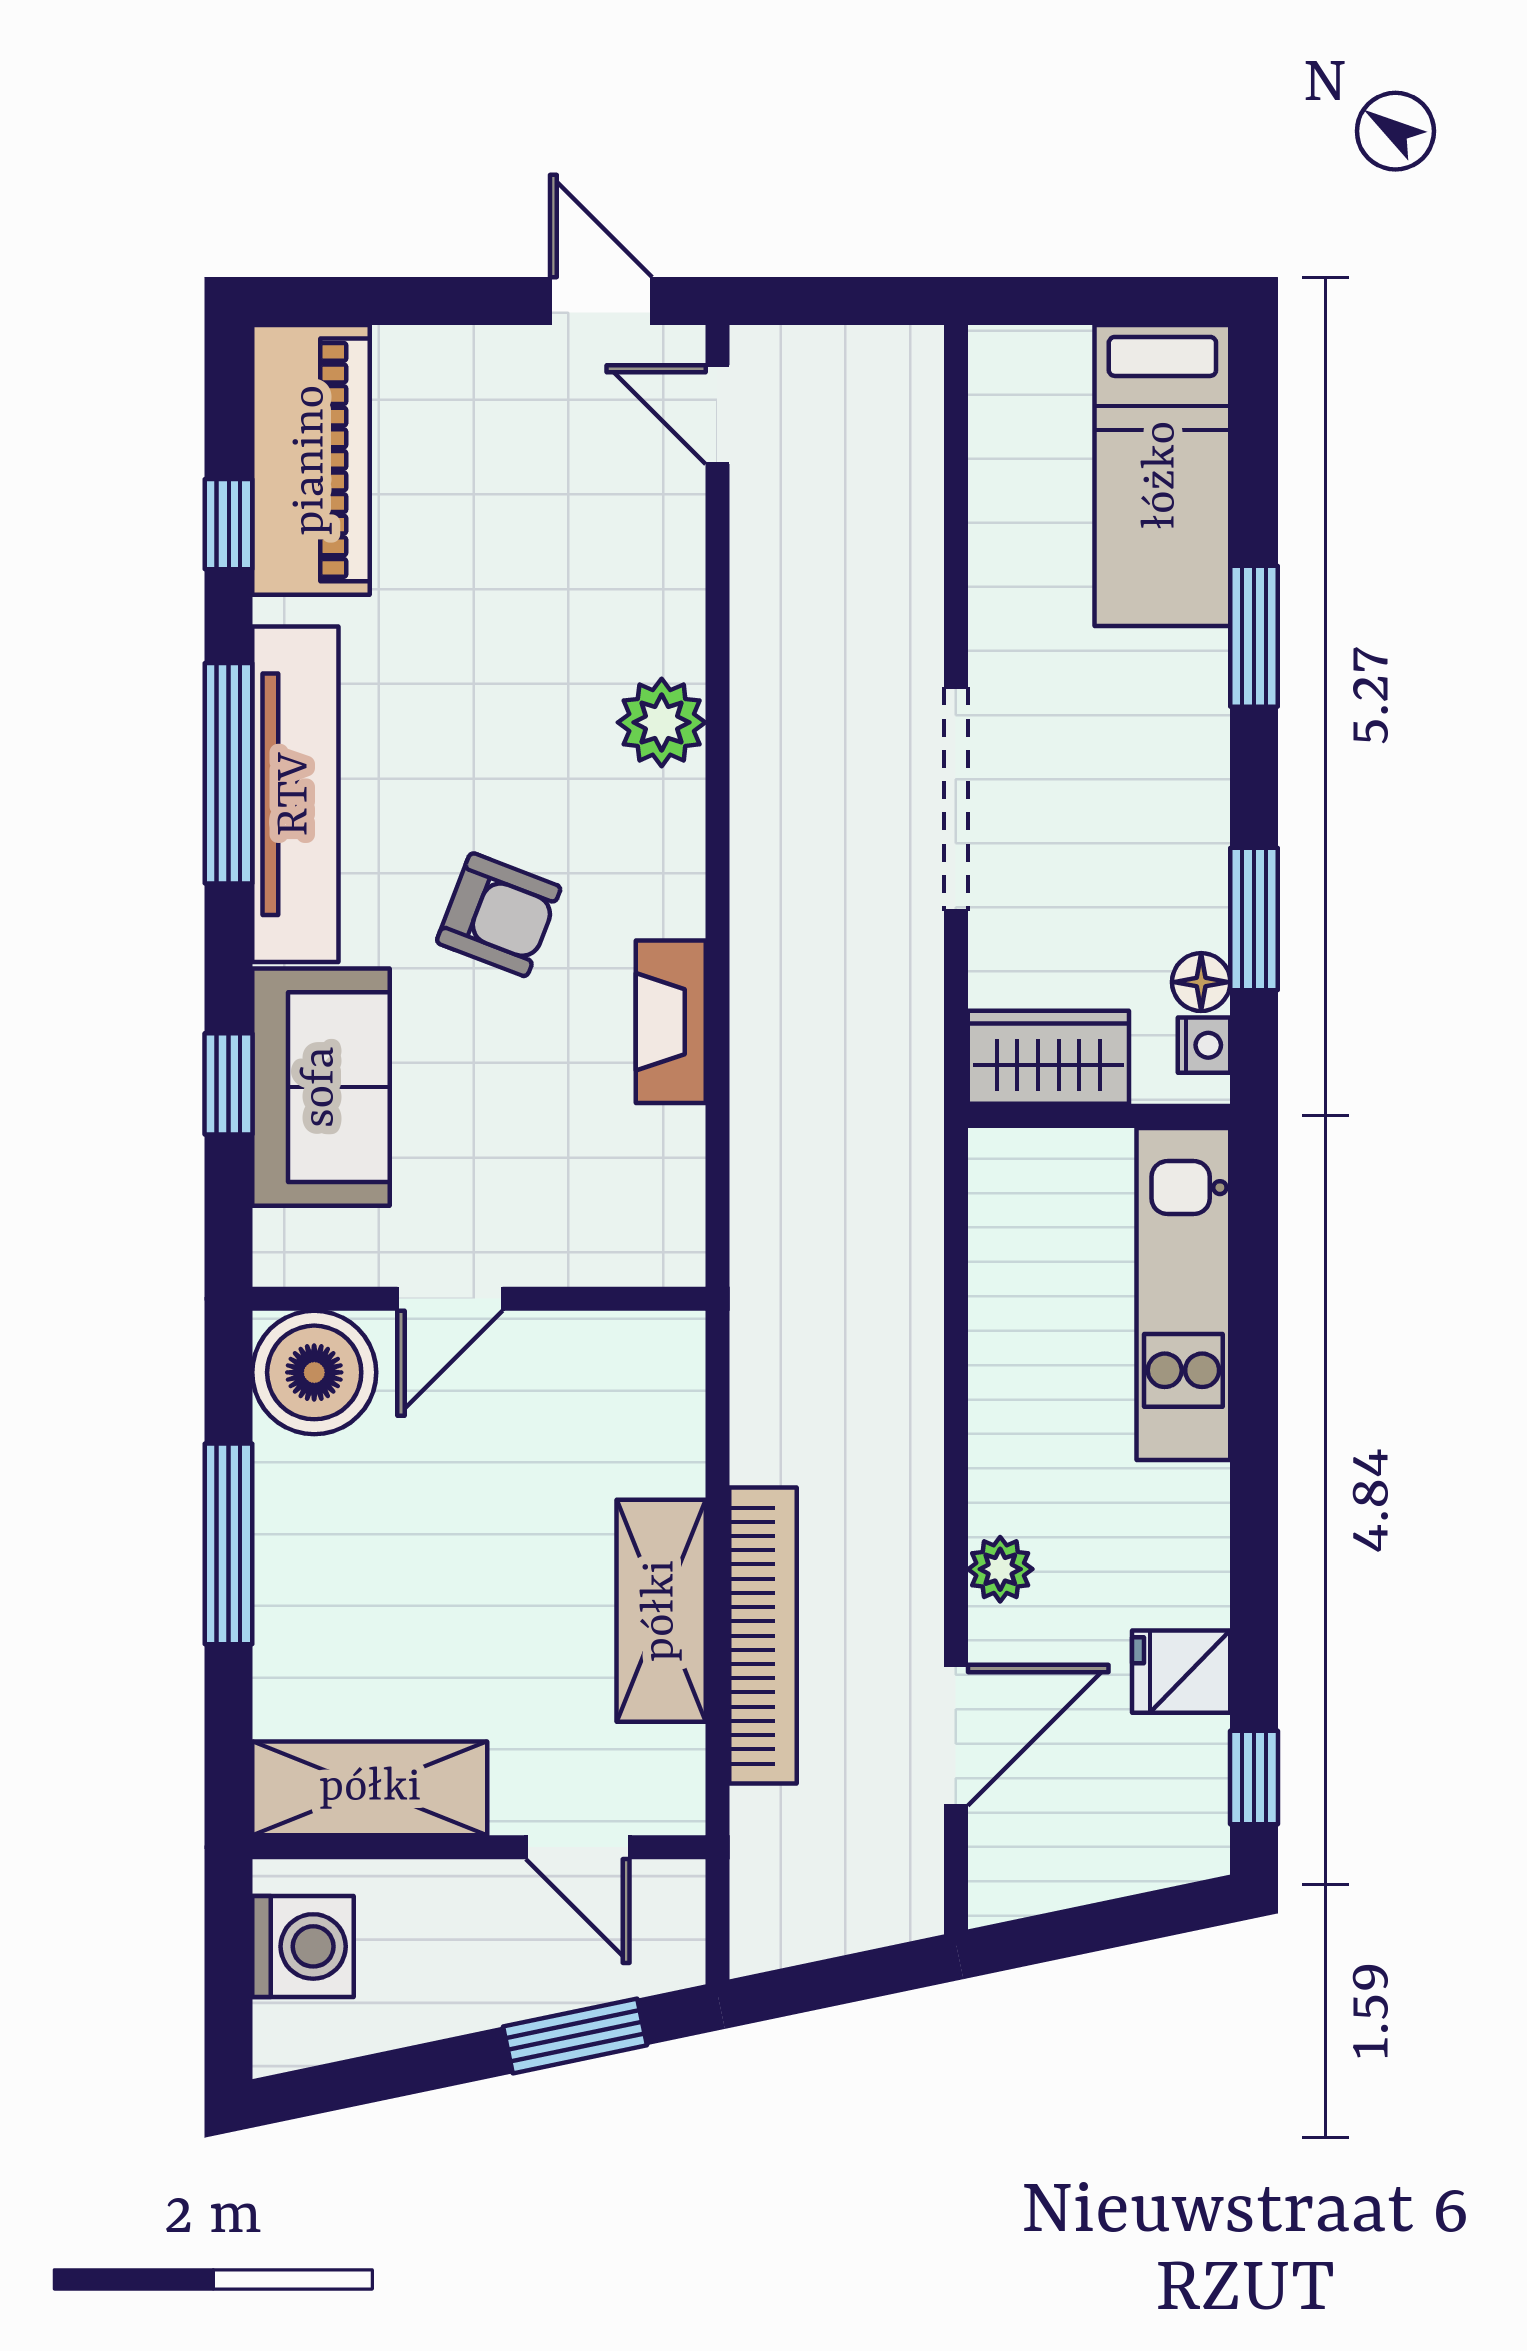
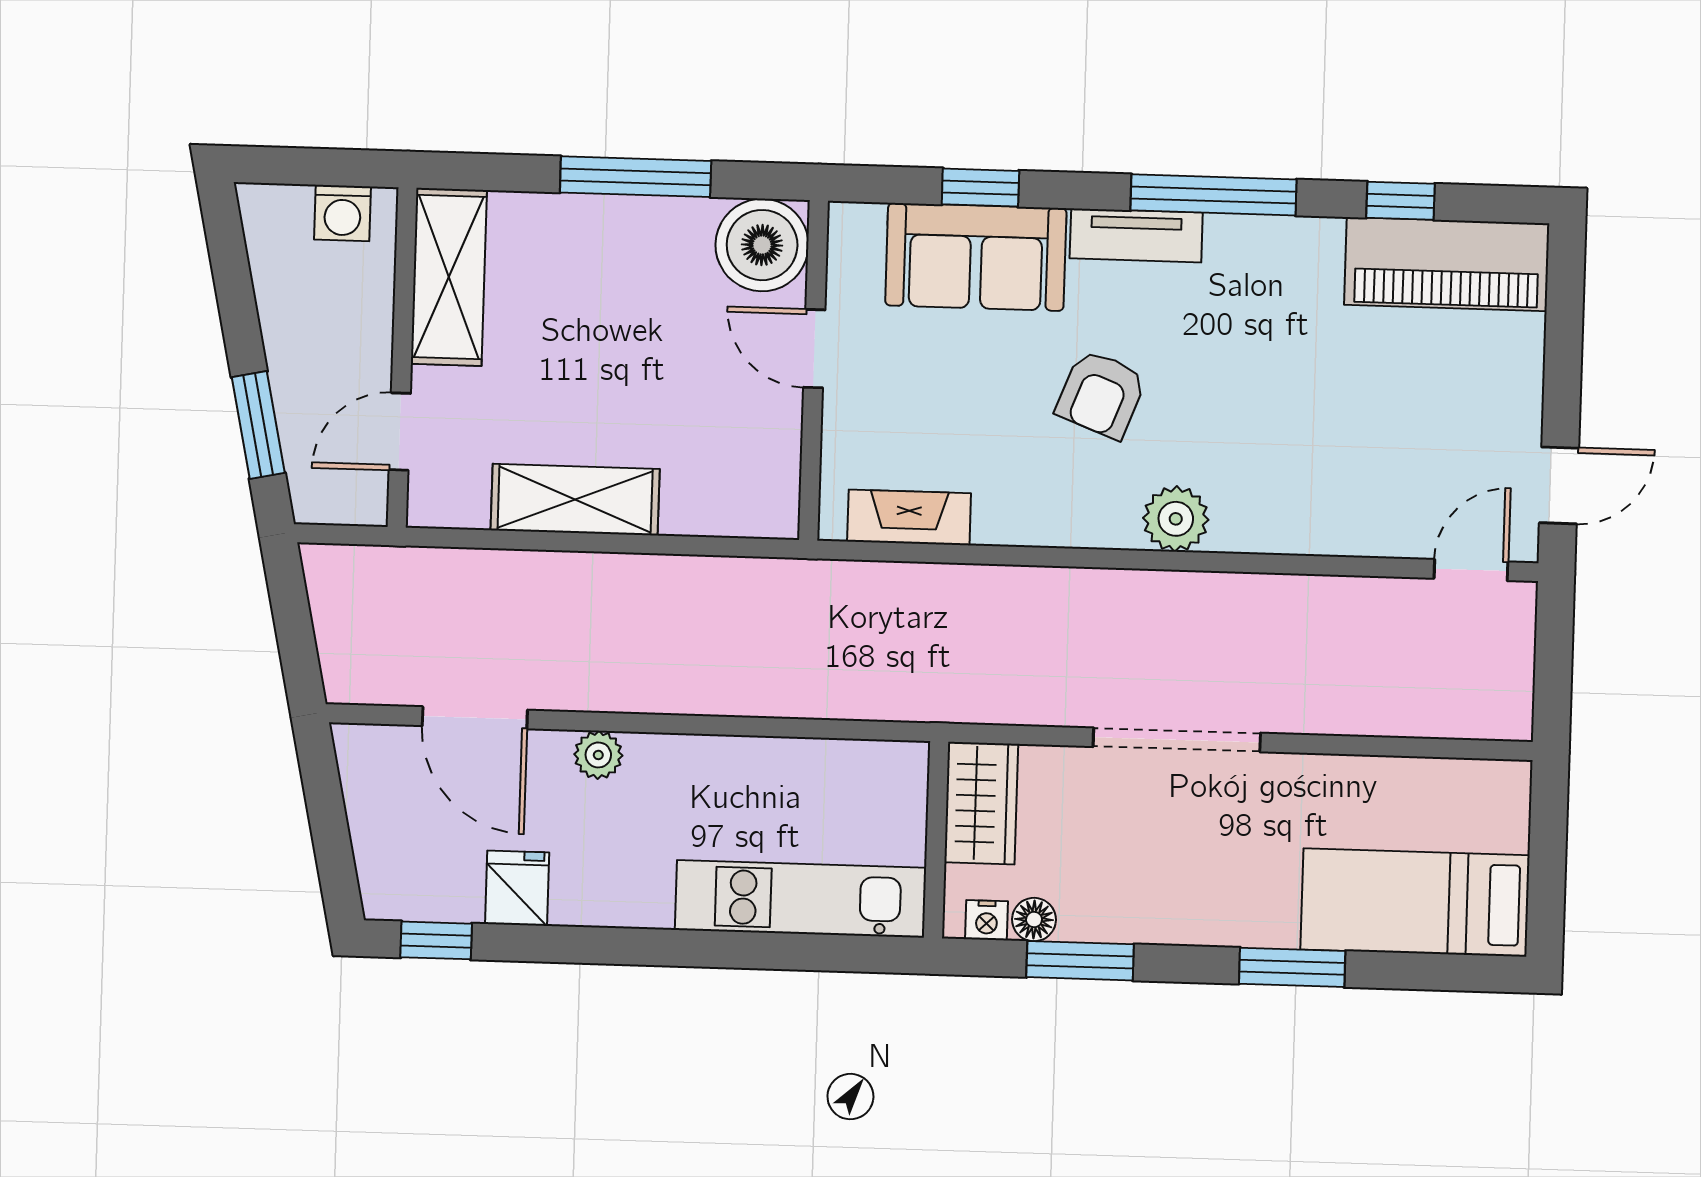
plant: (662, 722) -> (1176, 519), moved
tv unit: (295, 794) -> (1136, 235), width x0.52, depth x0.78
fireplace: (671, 1022) -> (909, 517), moved
bookcase: (763, 1636) -> (554, 575), removed
washing machine: (303, 1946) -> (343, 213), width x0.73, depth x0.73

